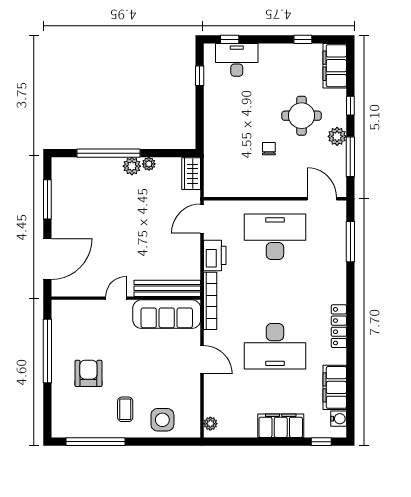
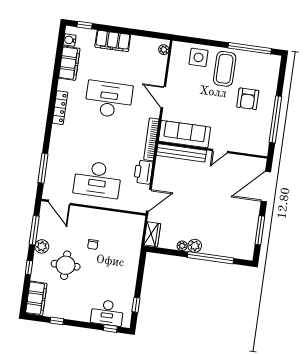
coffee table: (125, 409) -> (225, 69), width x1.86, depth x1.72

